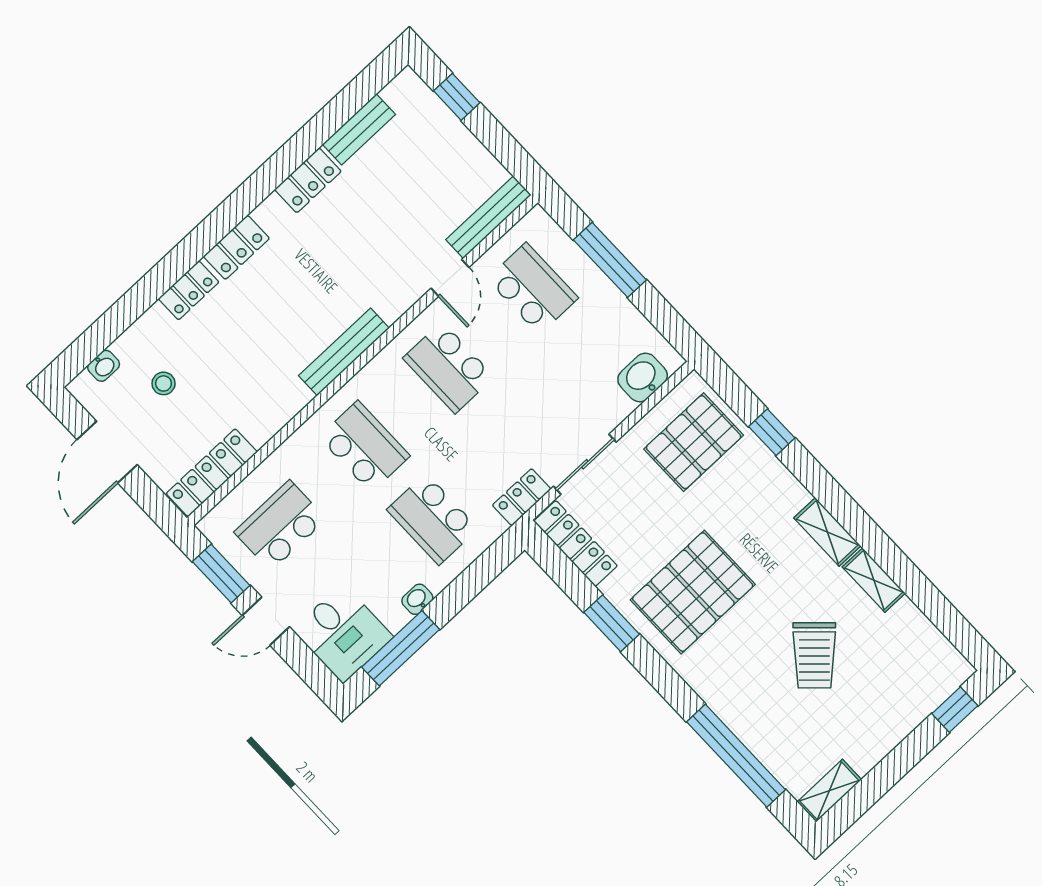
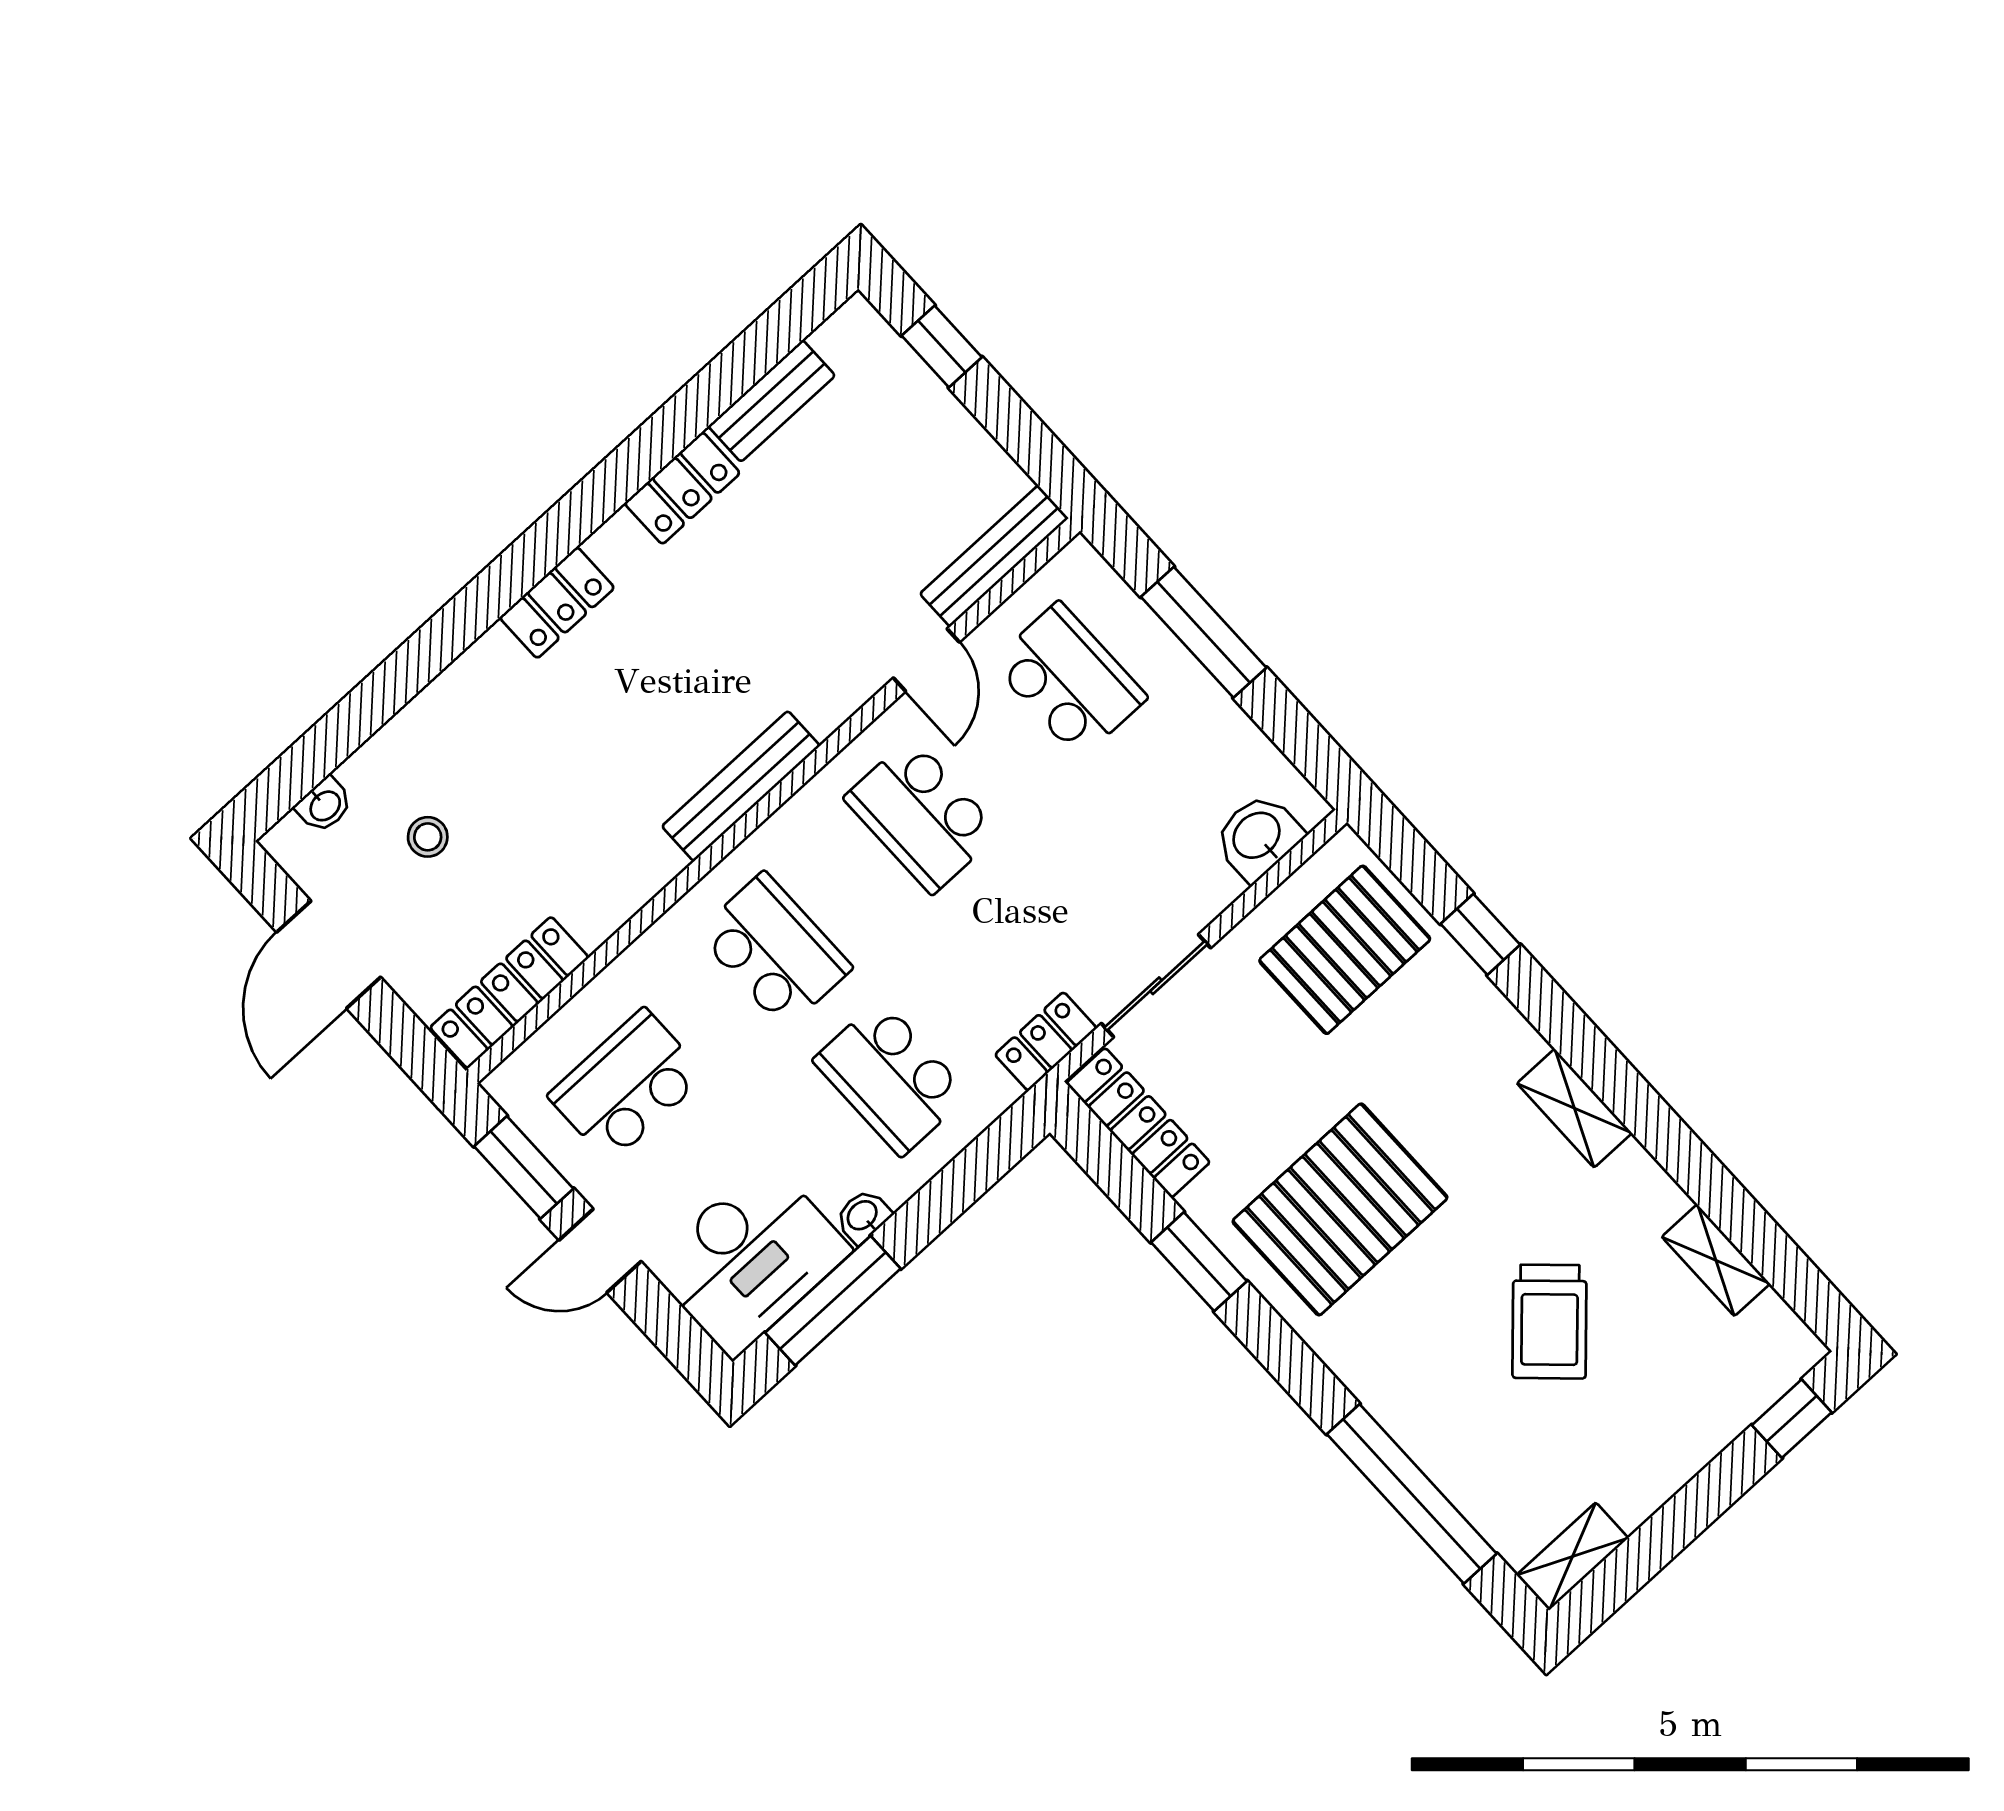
locker: (189, 290) -> (473, 676), removed
shelving: (874, 580) -> (1716, 1260), moved
desk: (343, 633) -> (750, 1258), width x1.37

